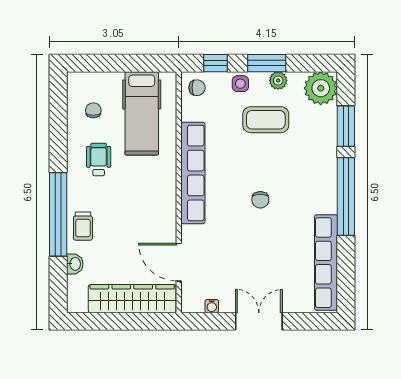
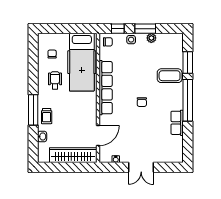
plant: (321, 88) -> (174, 42), removed
hospital bed: (142, 113) -> (82, 62), width x1.37, depth x1.29
coffee table: (266, 120) -> (170, 76), moved
window: (58, 214) -> (33, 110), width x0.68
door: (179, 262) -> (98, 136), swing flipped
row of seats: (326, 263) -> (177, 123), width x0.50
double door: (259, 321) -> (141, 167), swing flipped

